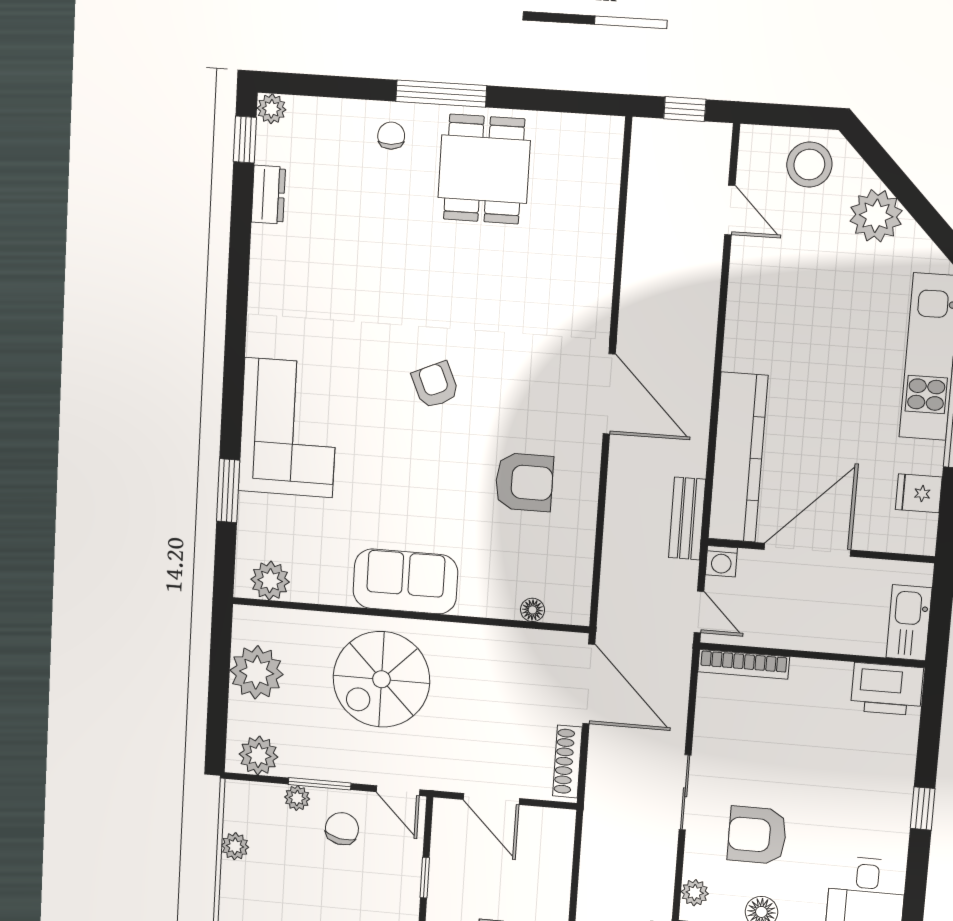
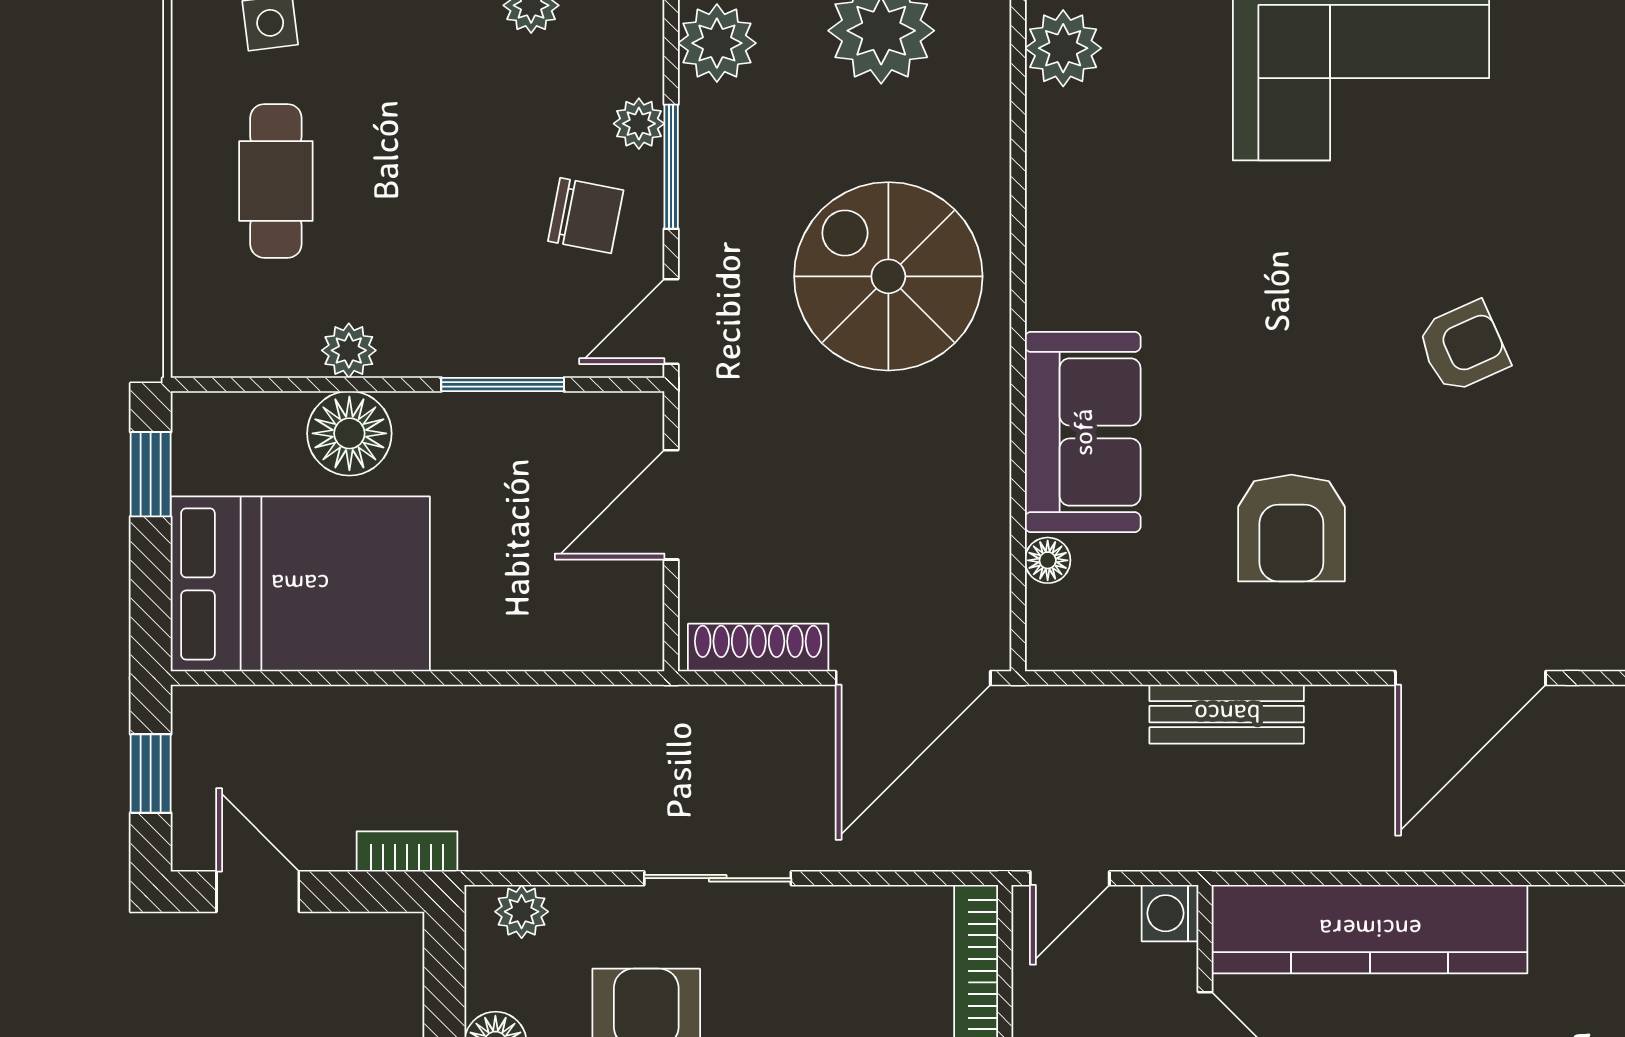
bench: (687, 518) -> (1227, 714), moved
sofa: (405, 581) -> (1083, 432), moved
window: (425, 878) -> (503, 384), width x1.50

